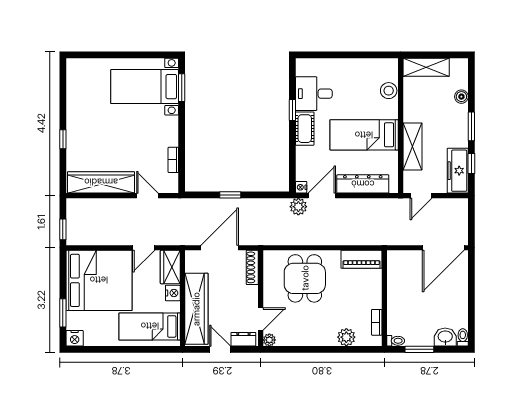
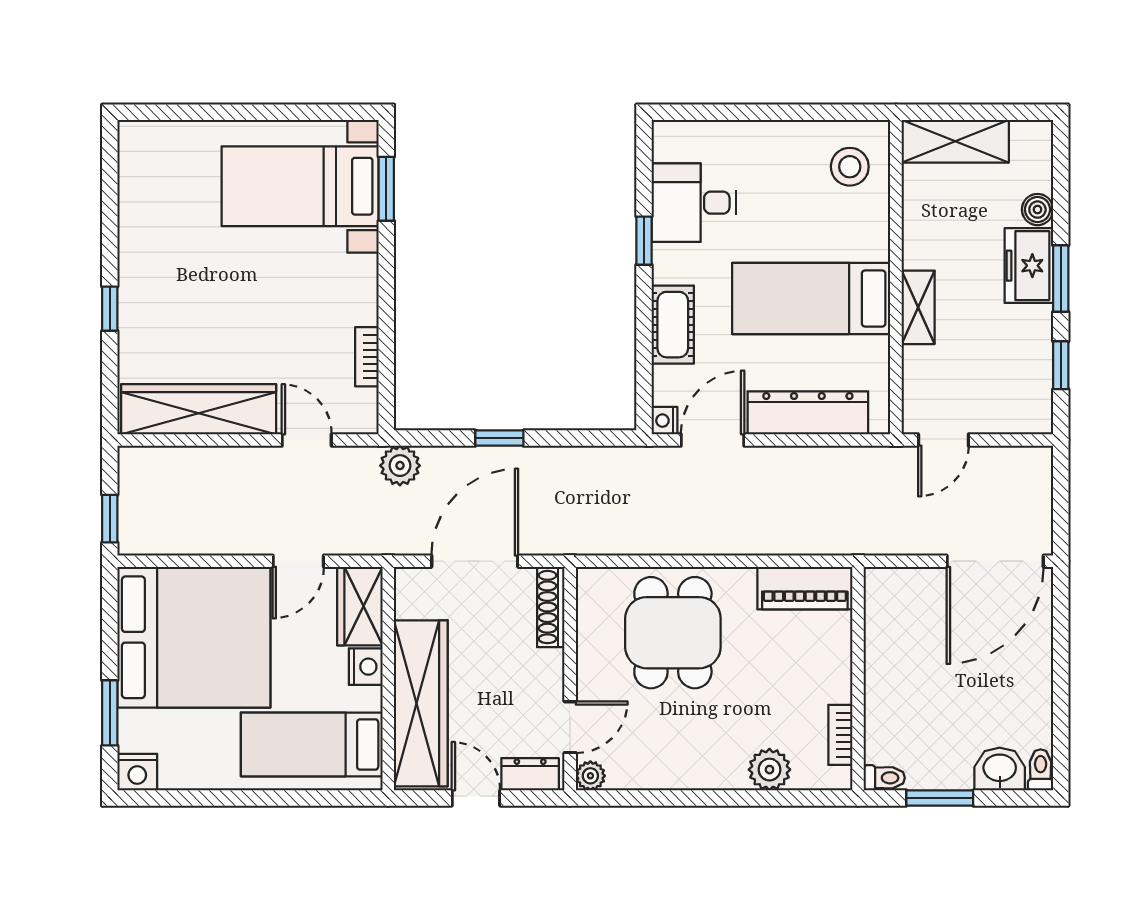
stool: (389, 91) -> (850, 167), moved
cot: (305, 129) -> (673, 325), moved
shelving: (413, 147) -> (918, 307), width x0.67, depth x0.75
freezer: (458, 171) -> (1029, 266), moved, width x0.71
plant: (298, 207) -> (400, 466), moved

